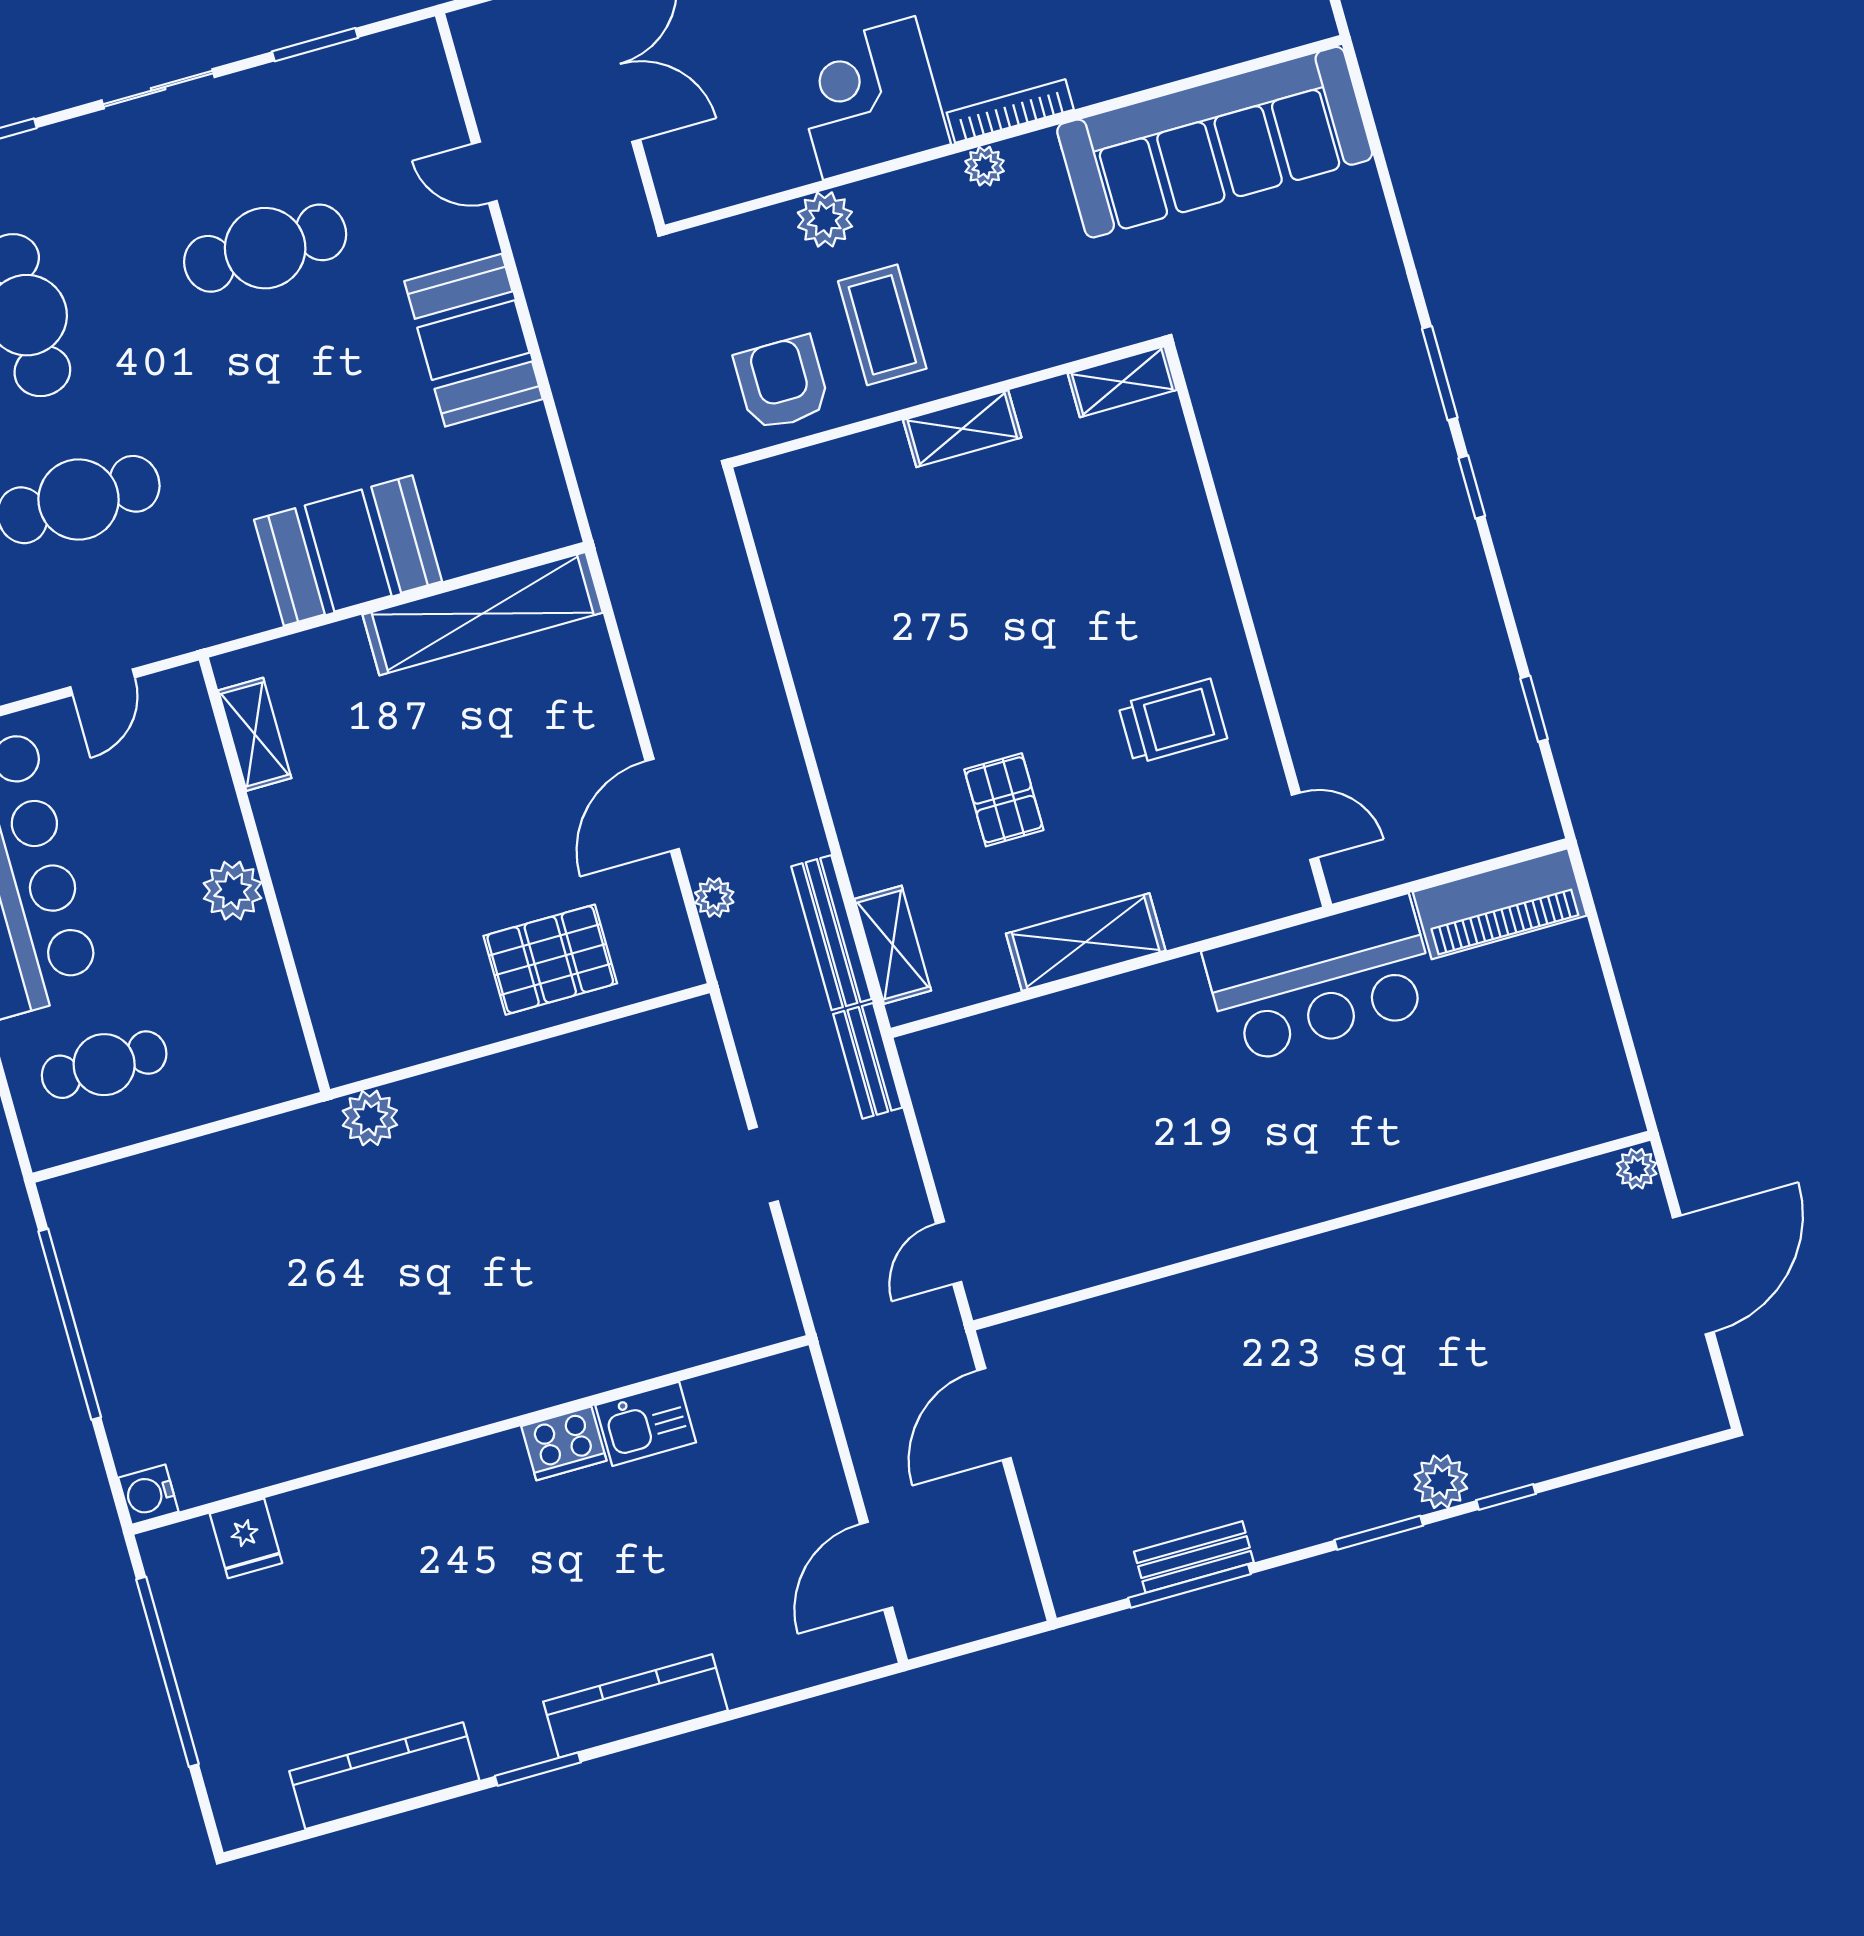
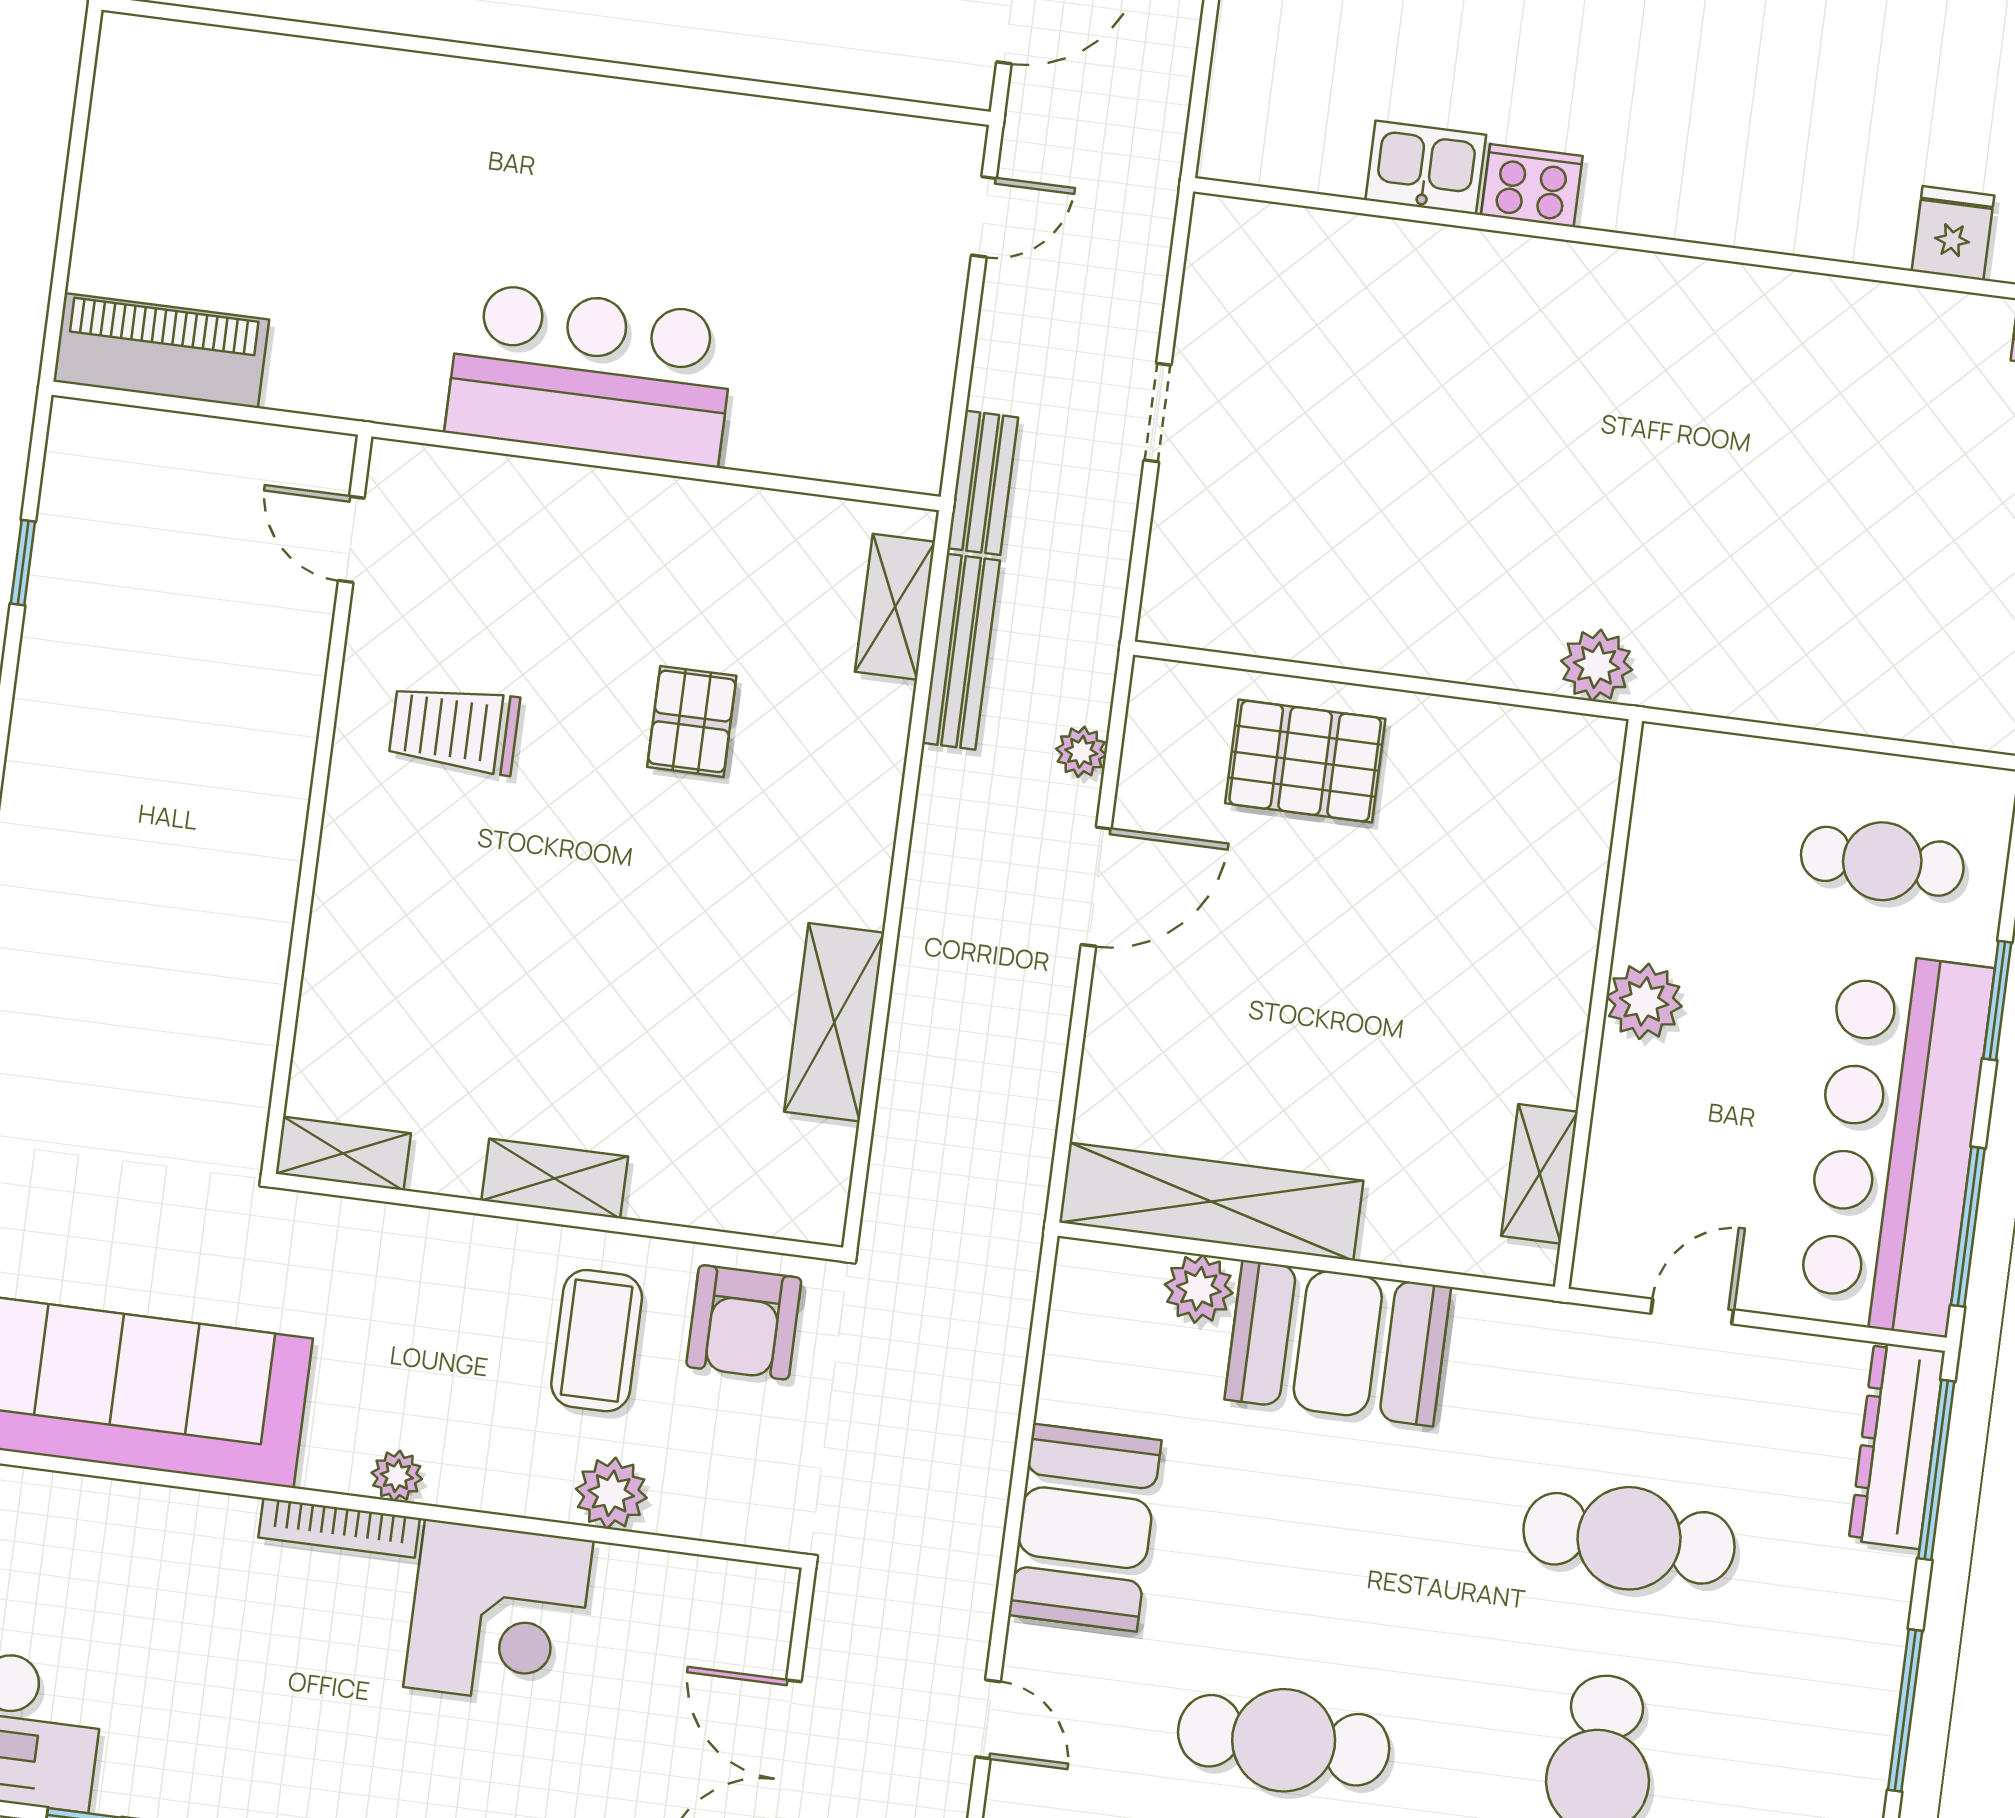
plant: (465, 547) -> (1199, 1289), added
shelving: (1086, 942) -> (834, 1022), moved, turned 90
bar counter: (1321, 980) -> (591, 374), moved

